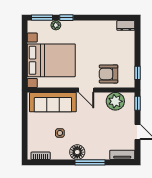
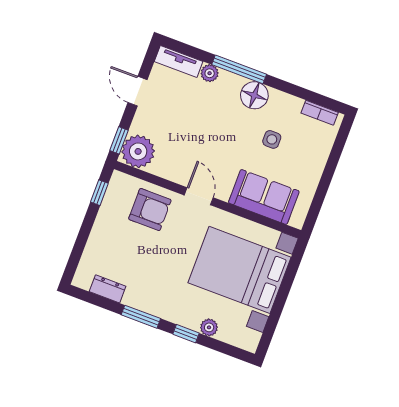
window: (42, 18) -> (141, 317), moved
dresser: (126, 25) -> (108, 289), moved
plant: (115, 101) -> (138, 151), moved
sofa: (53, 102) -> (264, 197), width x0.73
plant: (104, 155) -> (210, 73), added

